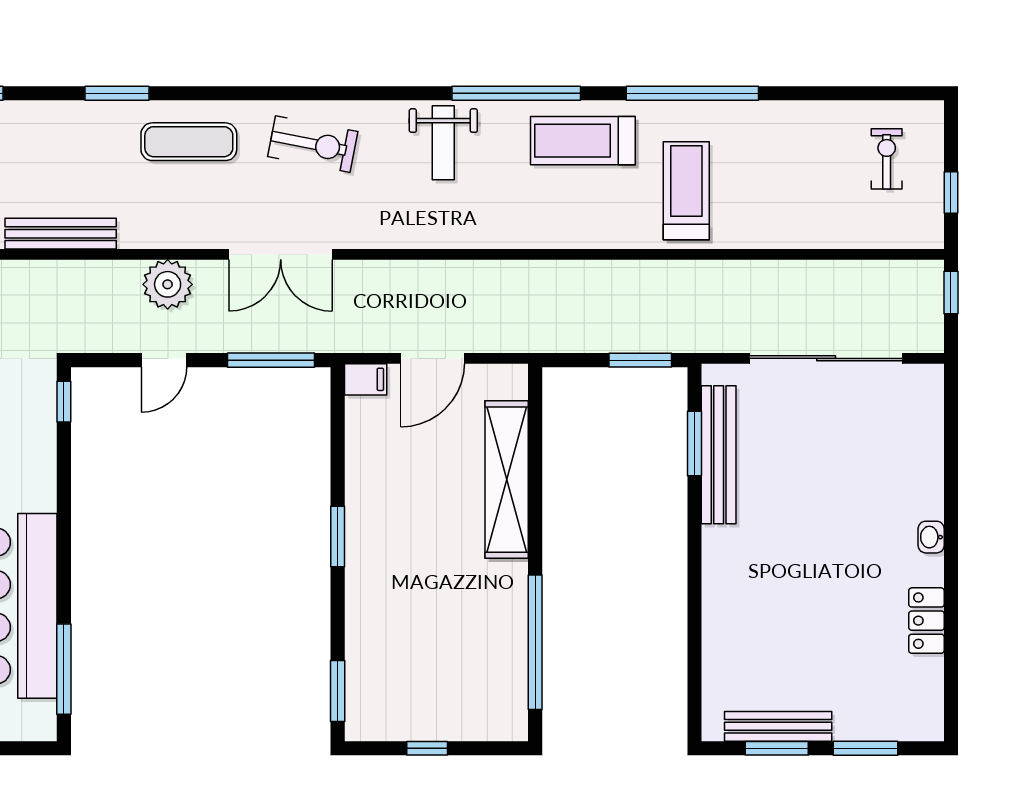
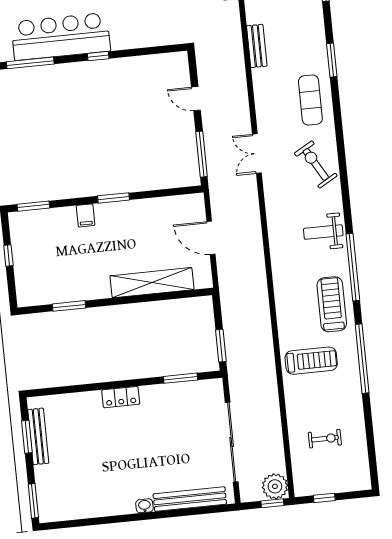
exercise bike: (313, 144) -> (316, 164), turned 139
exercise bike: (887, 159) -> (325, 439), moved
bench: (61, 234) -> (257, 46), width x0.73
double door: (281, 254) -> (257, 154), width x0.73
plant: (168, 284) -> (275, 486), moved
filing cabinet: (366, 379) -> (86, 215), moved
window: (64, 402) -> (98, 56), moved
bench: (719, 455) -> (190, 499), moved
locker: (926, 621) -> (121, 397), moved, turned 180
window: (535, 642) -> (69, 306), width x0.47
window: (866, 748) -> (33, 501), moved

